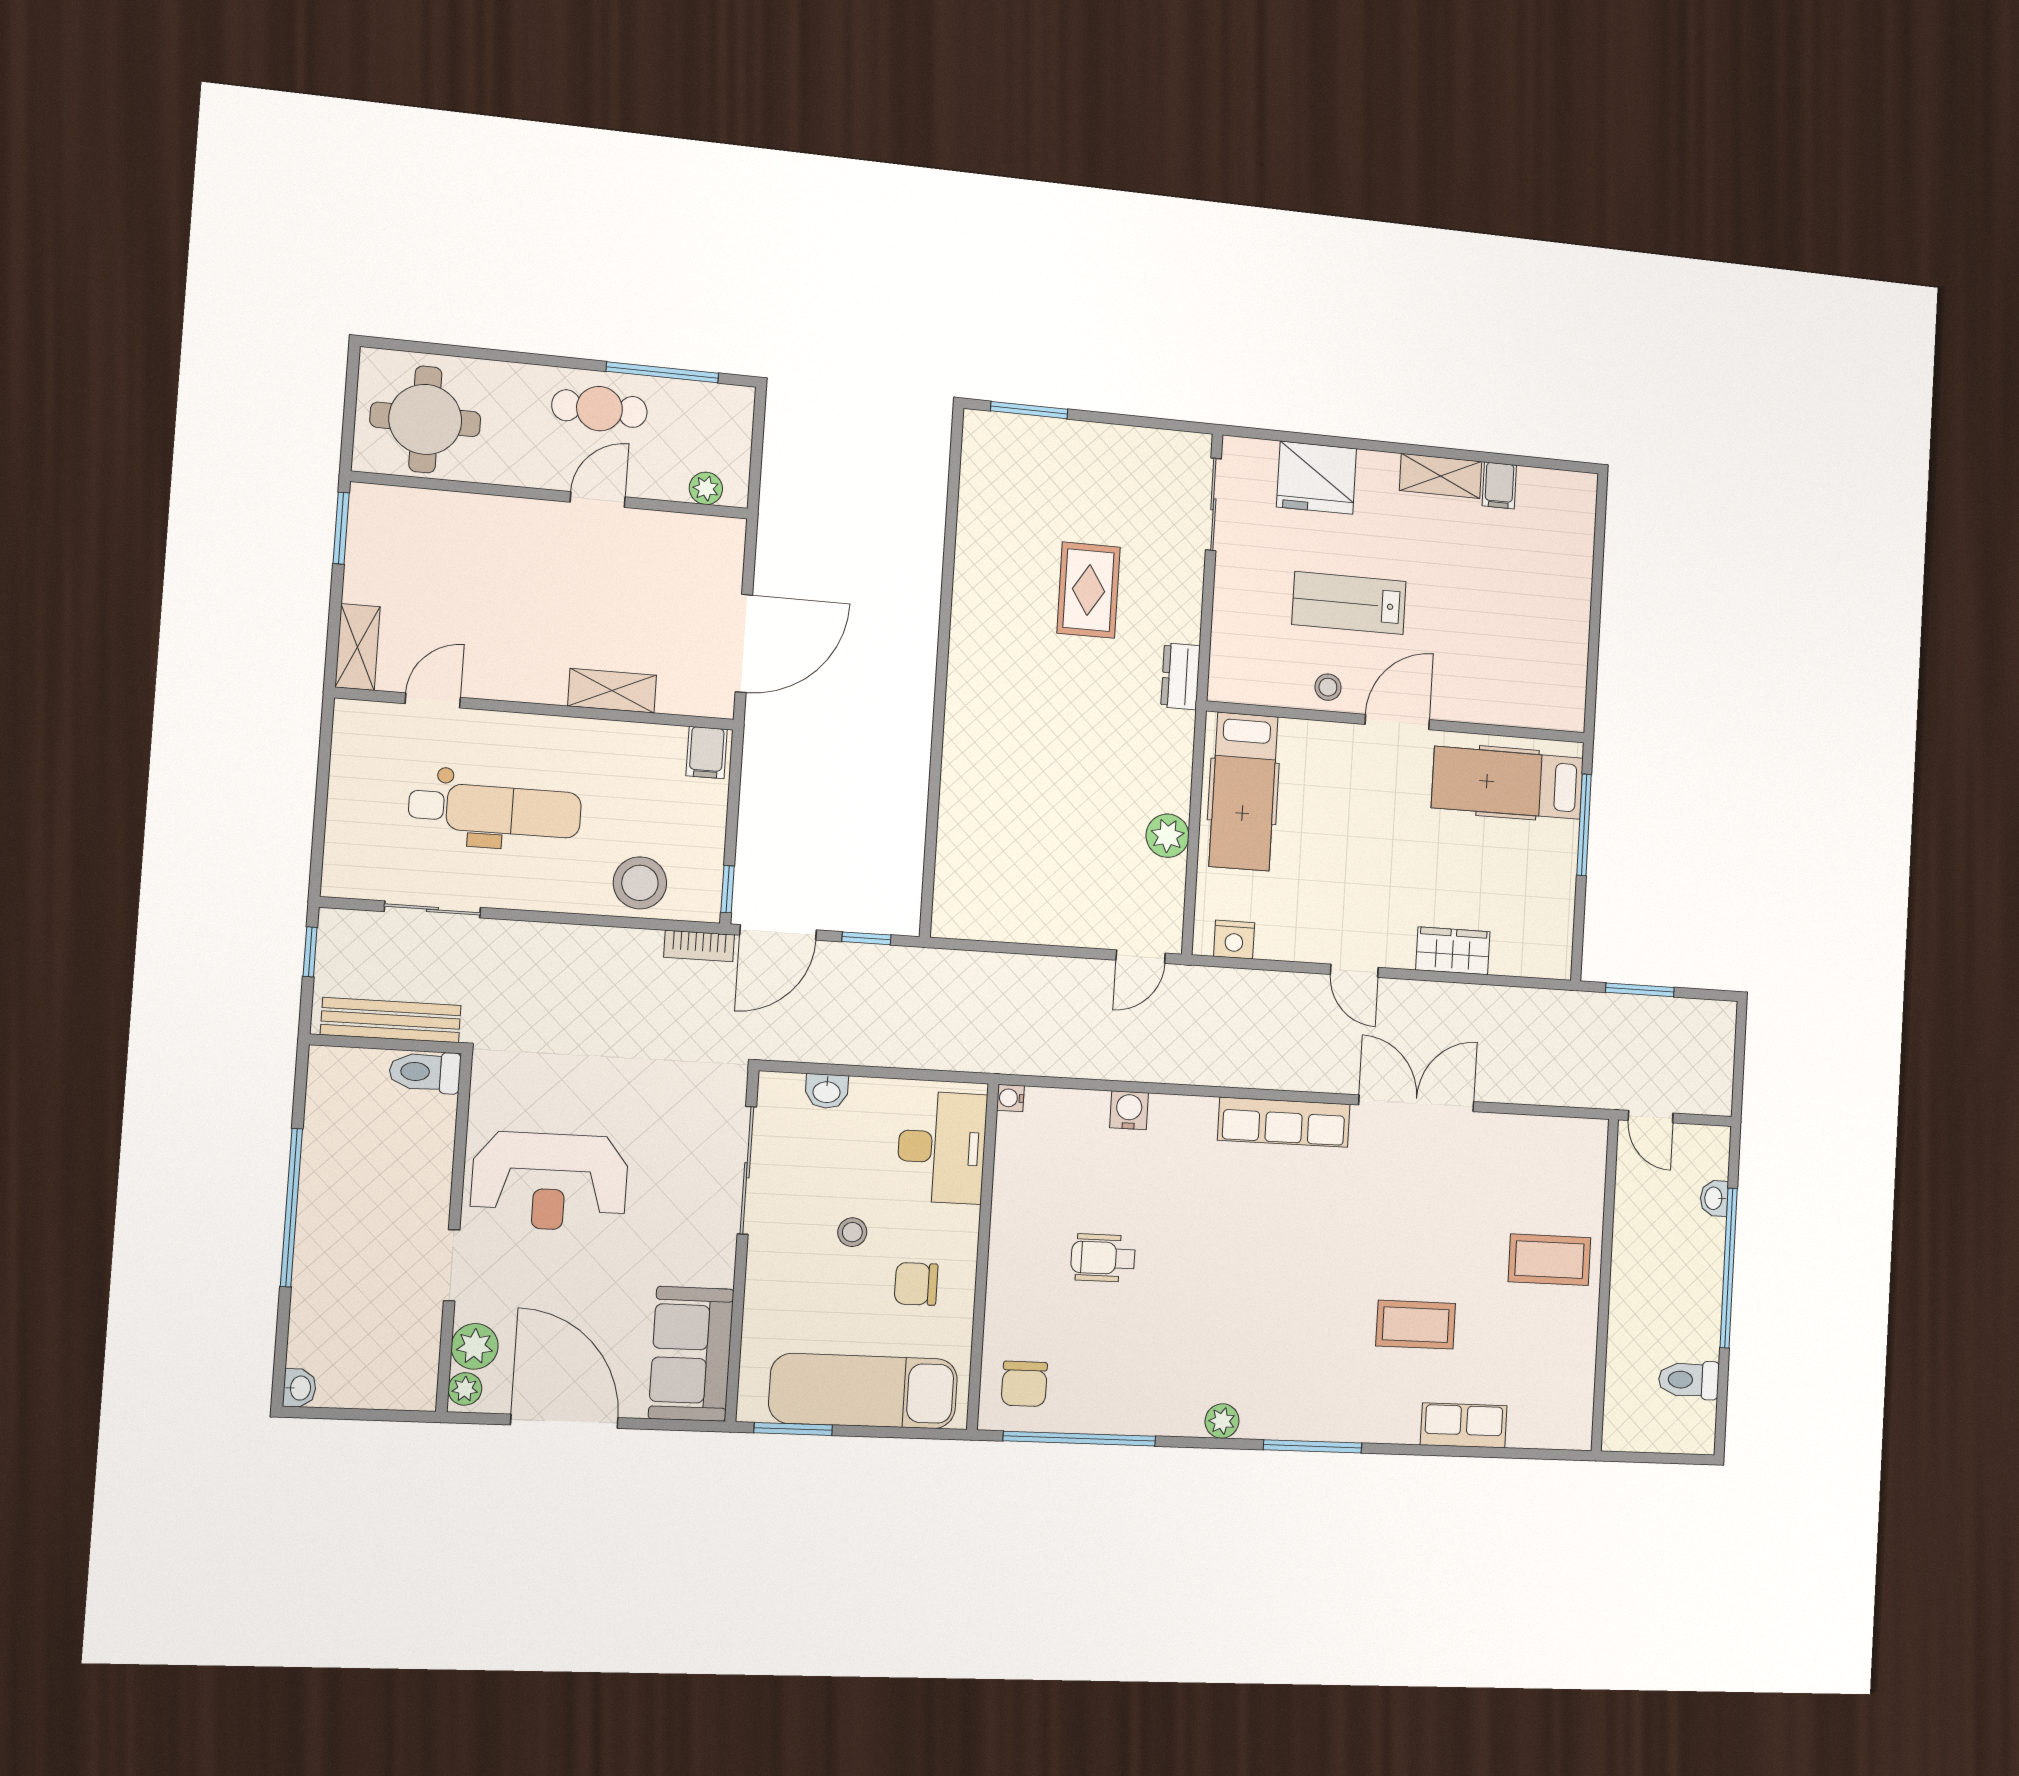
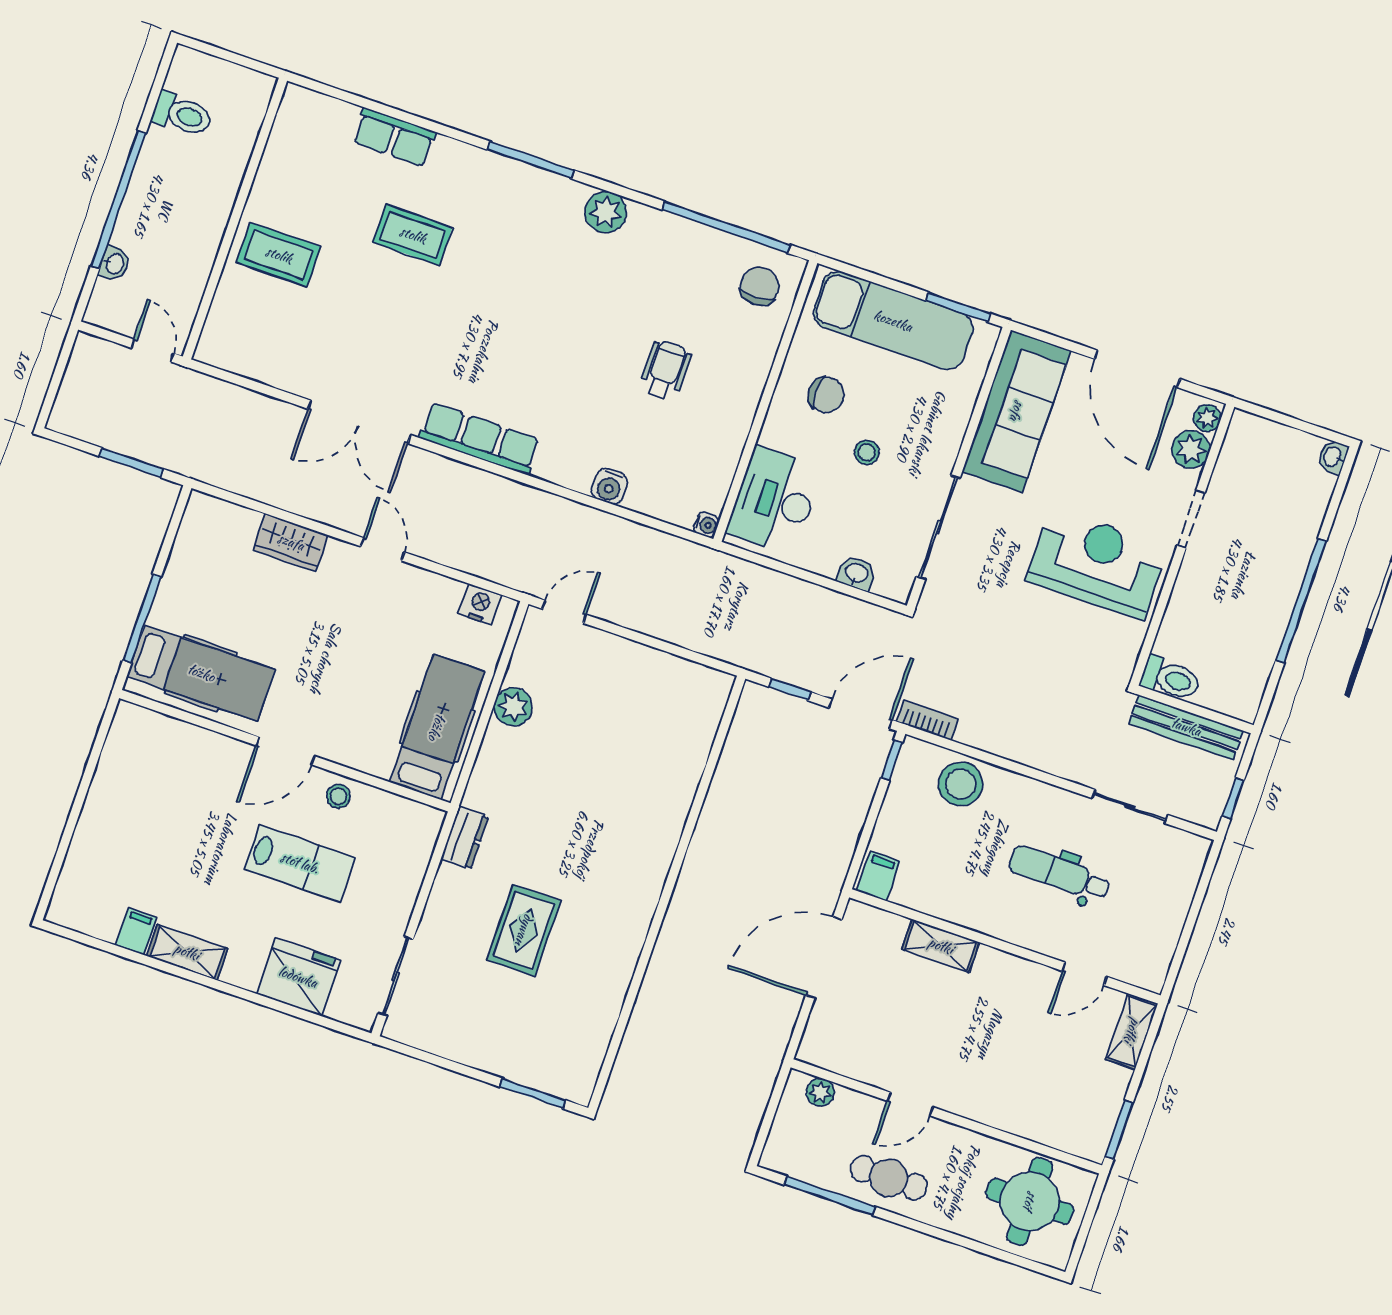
dental chair: (495, 810) -> (1059, 873), width x0.73, depth x0.72
wheelchair: (1103, 1258) -> (665, 370), turned -90
sofa: (691, 1354) -> (1017, 411), width x1.36
plant: (1222, 1421) -> (606, 212), width x1.38, depth x1.38

